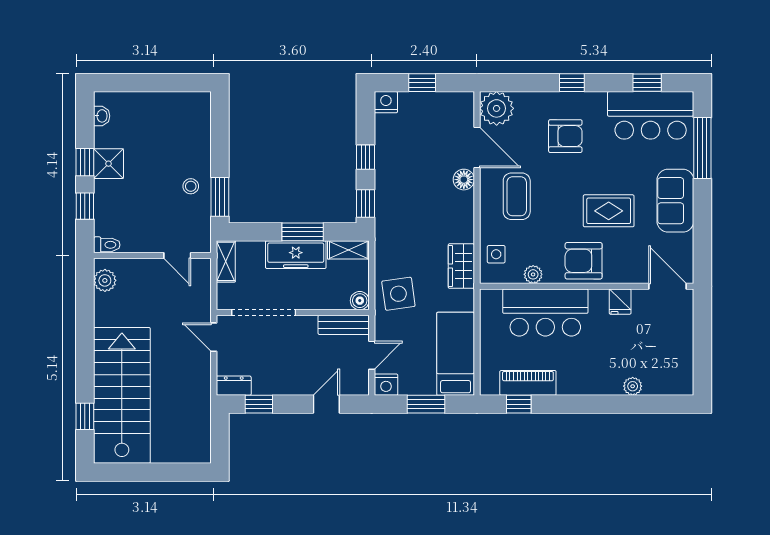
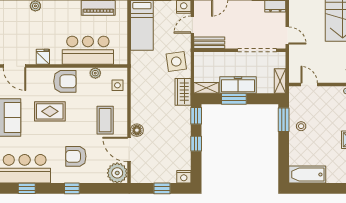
bathtub: (181, 106) -> (307, 174), added
wardrobe: (461, 266) -> (183, 92), moved, turned 180
boiler: (360, 301) -> (200, 57), removed

